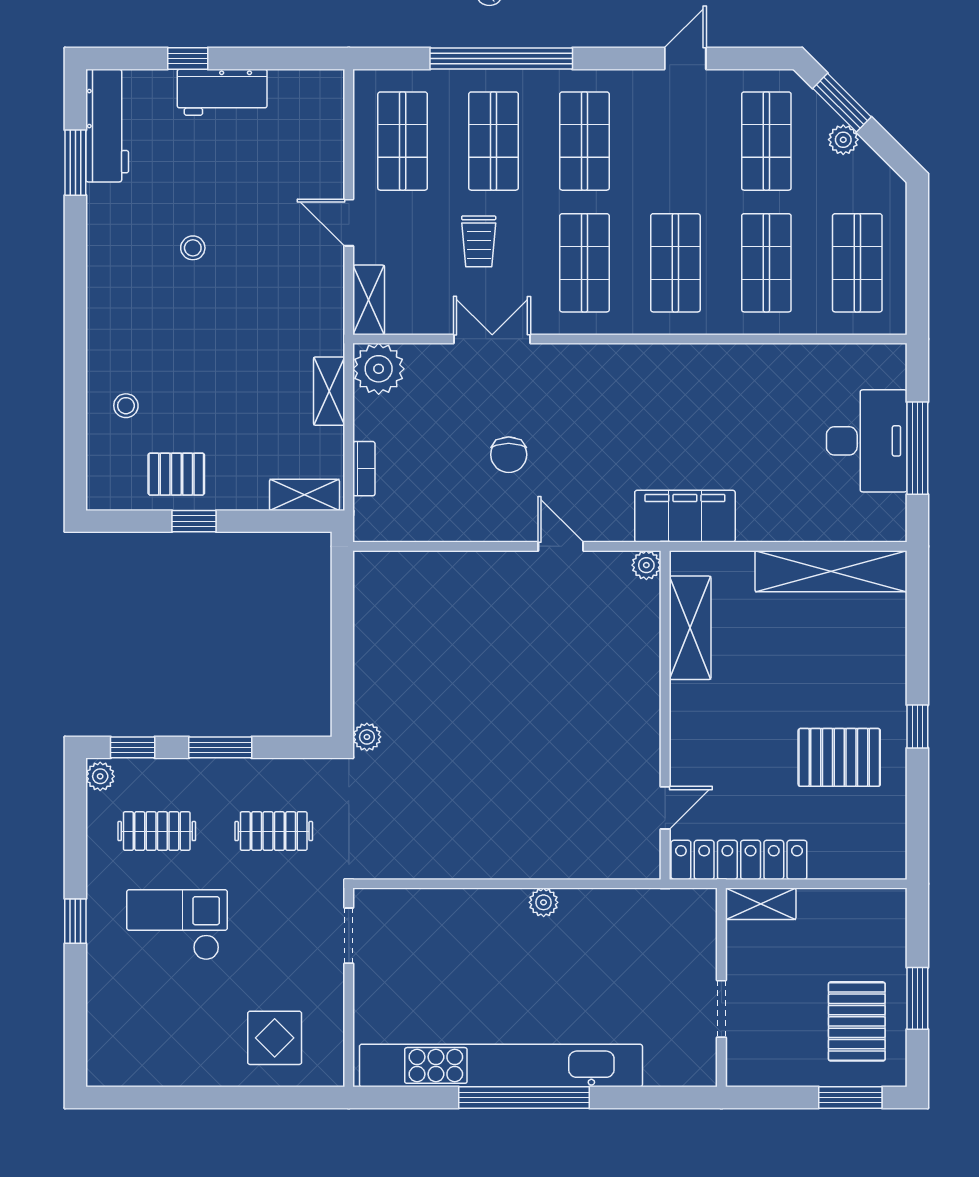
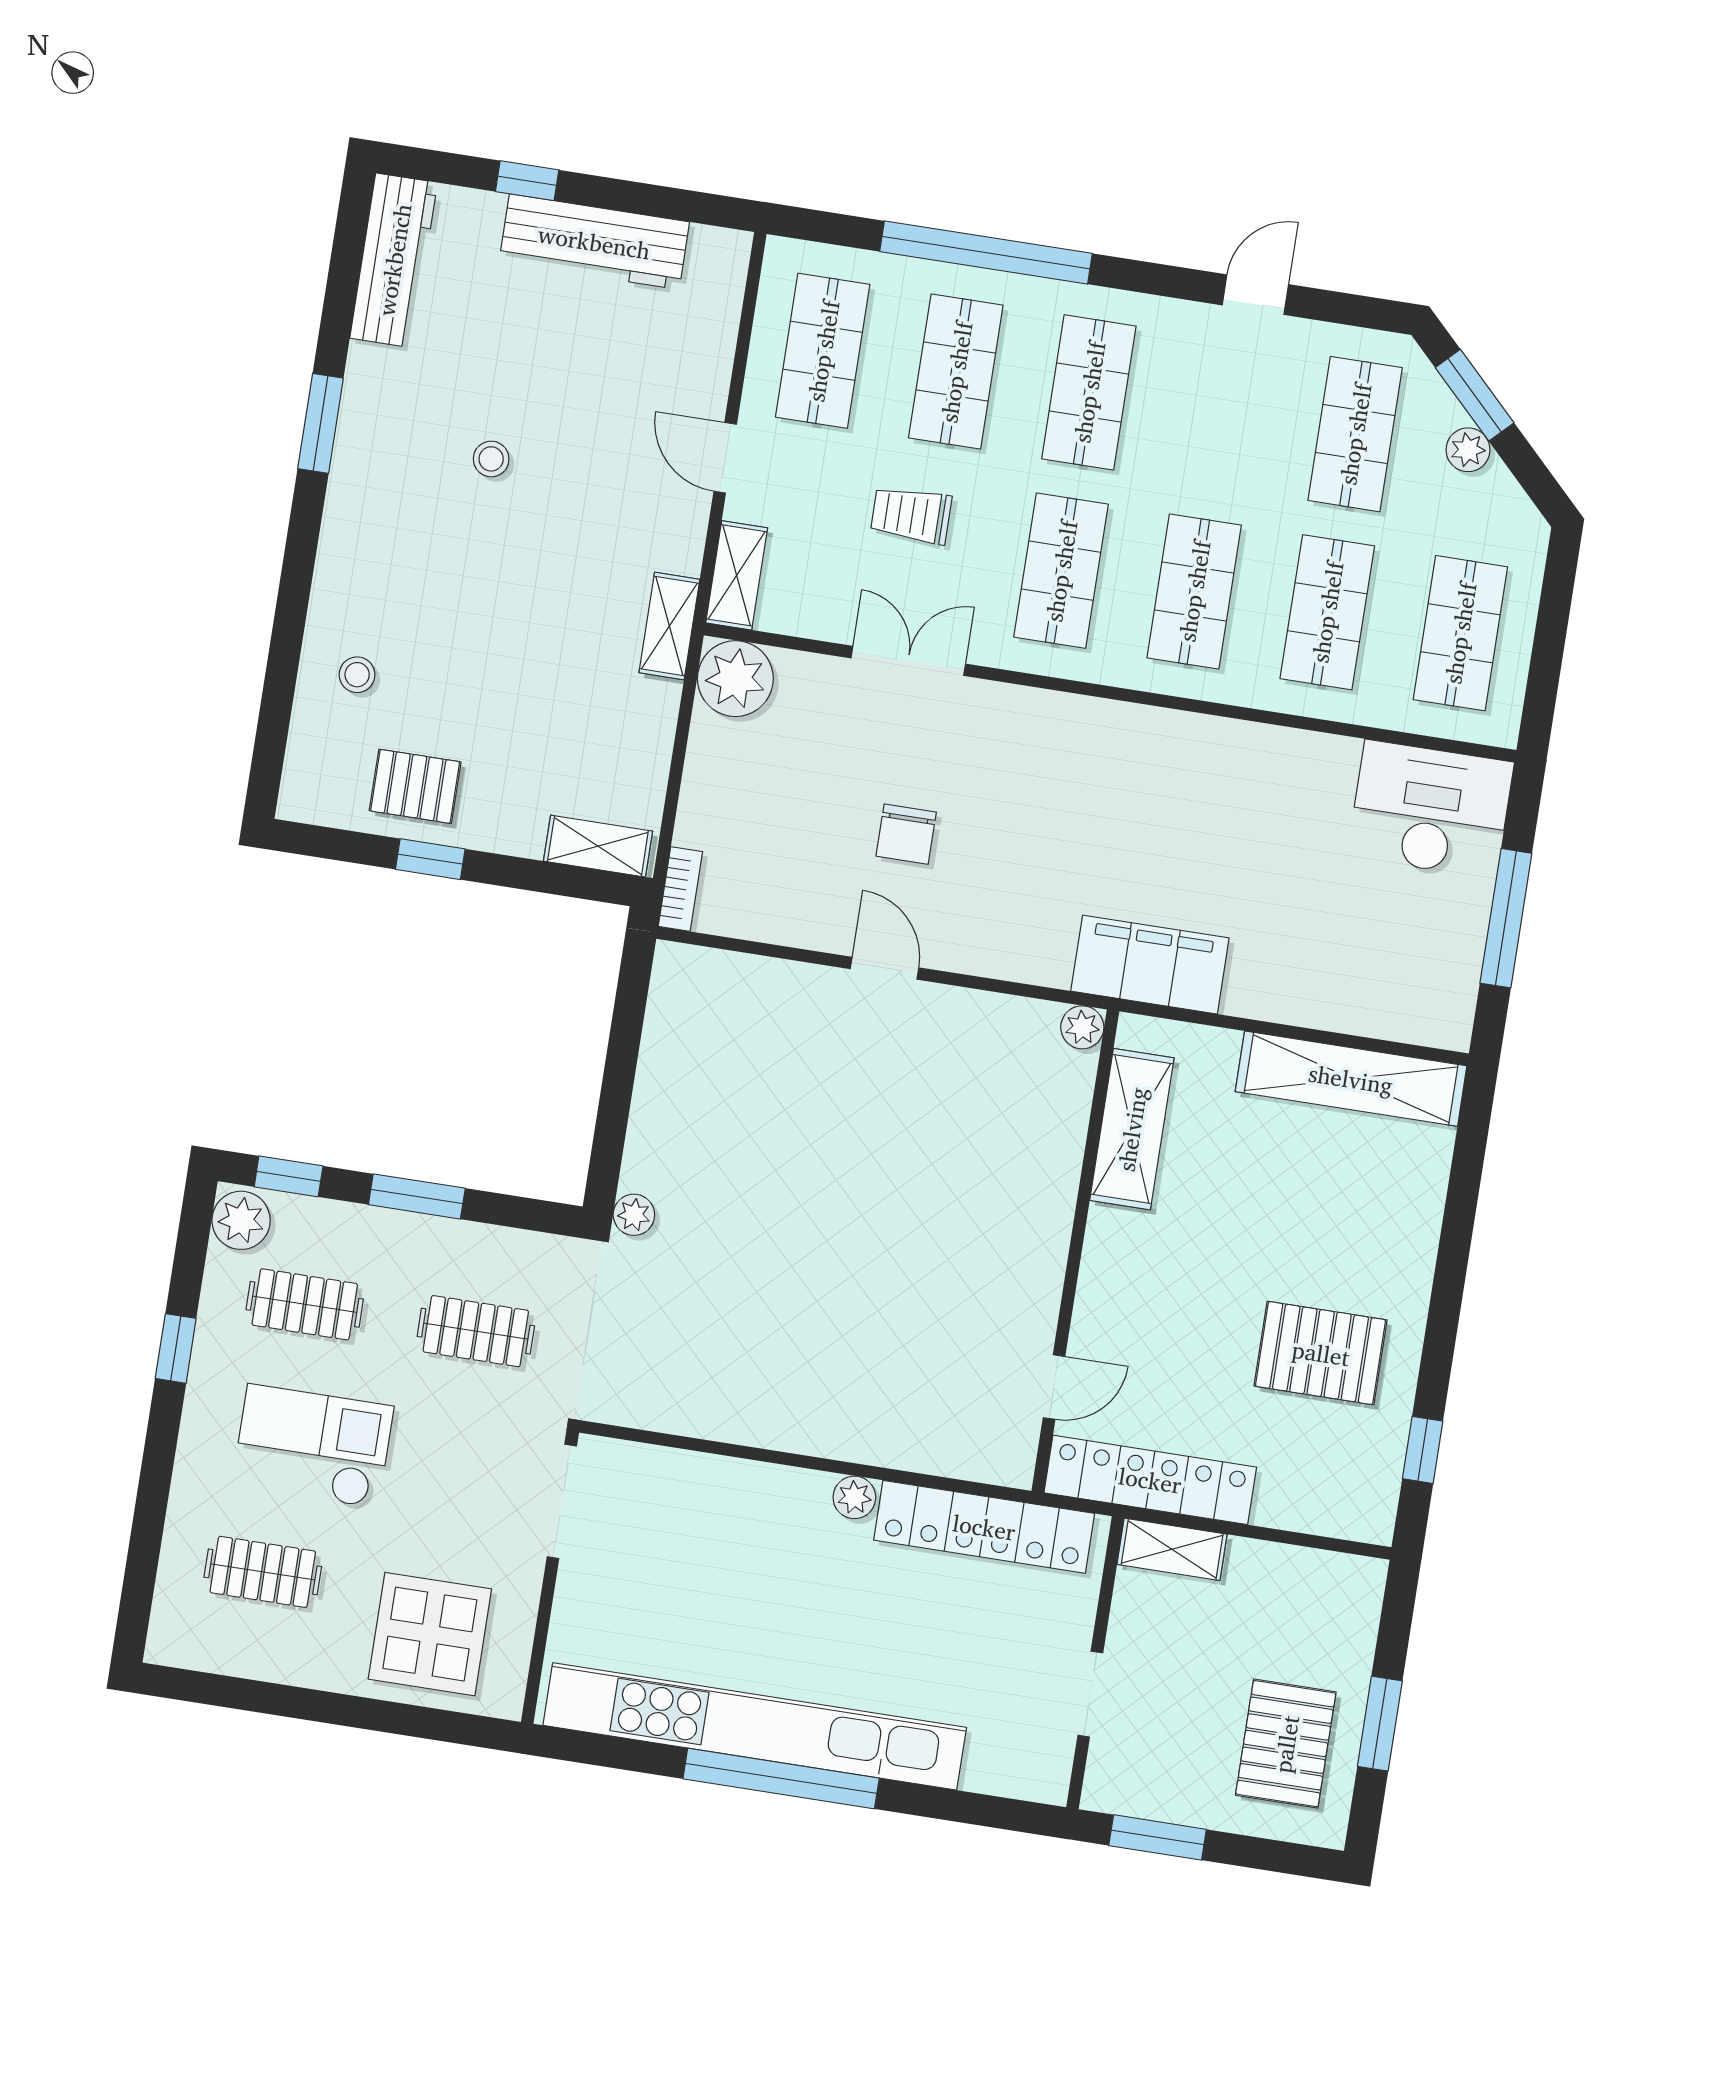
workbench: (222, 92) -> (594, 242), width x1.37
window: (75, 163) -> (321, 423), moved
trolley: (479, 241) -> (911, 515), turned 90
shelving: (329, 391) -> (669, 626), moved
desk: (867, 441) -> (1430, 809), moved, turned -90
bookcase: (364, 469) -> (680, 889), moved
door: (561, 546) -> (885, 968), moved
window: (917, 726) -> (1423, 1450), moved
plant: (100, 776) -> (241, 1220), width x1.38, depth x1.38
locker: (633, 908) -> (984, 1527), added
window: (75, 921) -> (176, 1348), moved
doorway: (349, 936) -> (562, 1501), width x1.38
clothes rail: (157, 1014) -> (263, 1572), added
display table: (275, 1038) -> (430, 1634), width x1.36, depth x1.36
window: (850, 1097) -> (1158, 1837), moved

